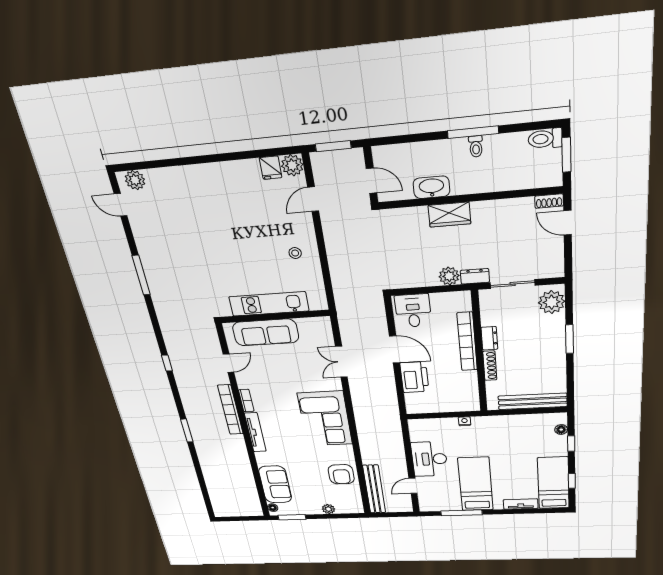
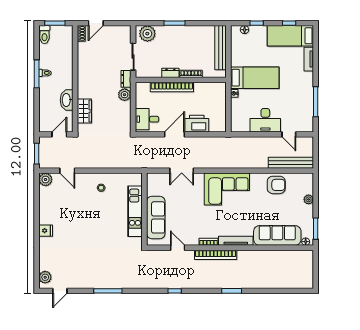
fridge: (271, 168) -> (46, 231), moved
wardrobe: (449, 215) -> (84, 111), moved
sofa: (275, 484) -> (277, 235), width x1.36
bed: (475, 484) -> (255, 78), moved, turned 180

